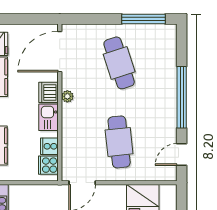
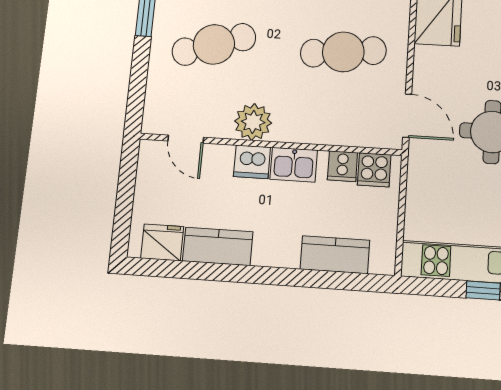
door: (60, 52) -> (186, 139), width x0.53
plant: (67, 96) -> (253, 122), width x1.88, depth x1.88

